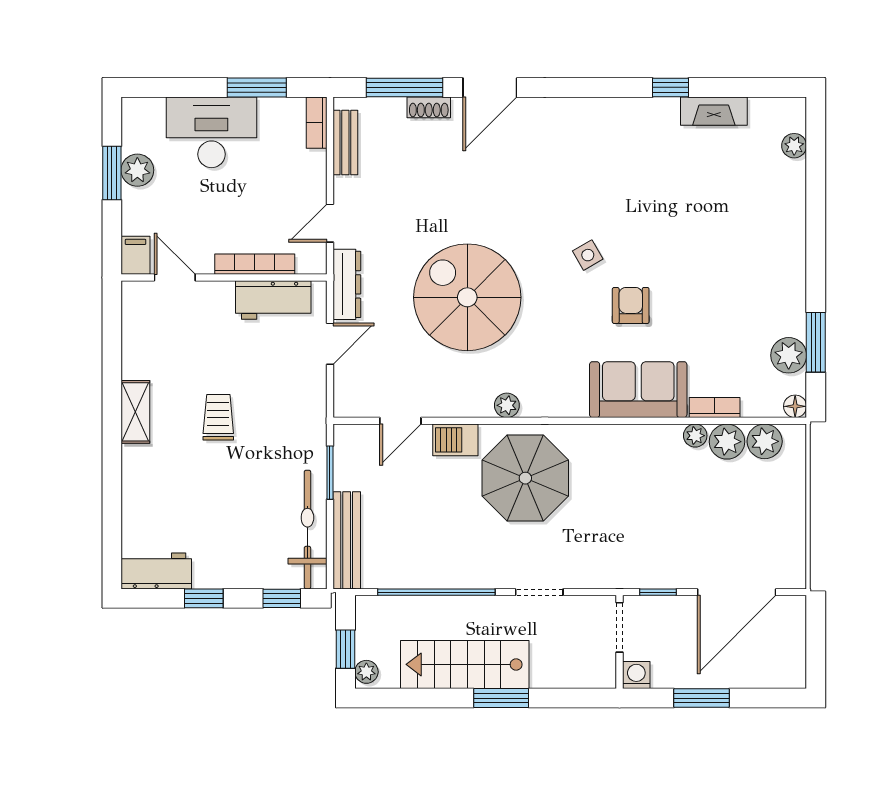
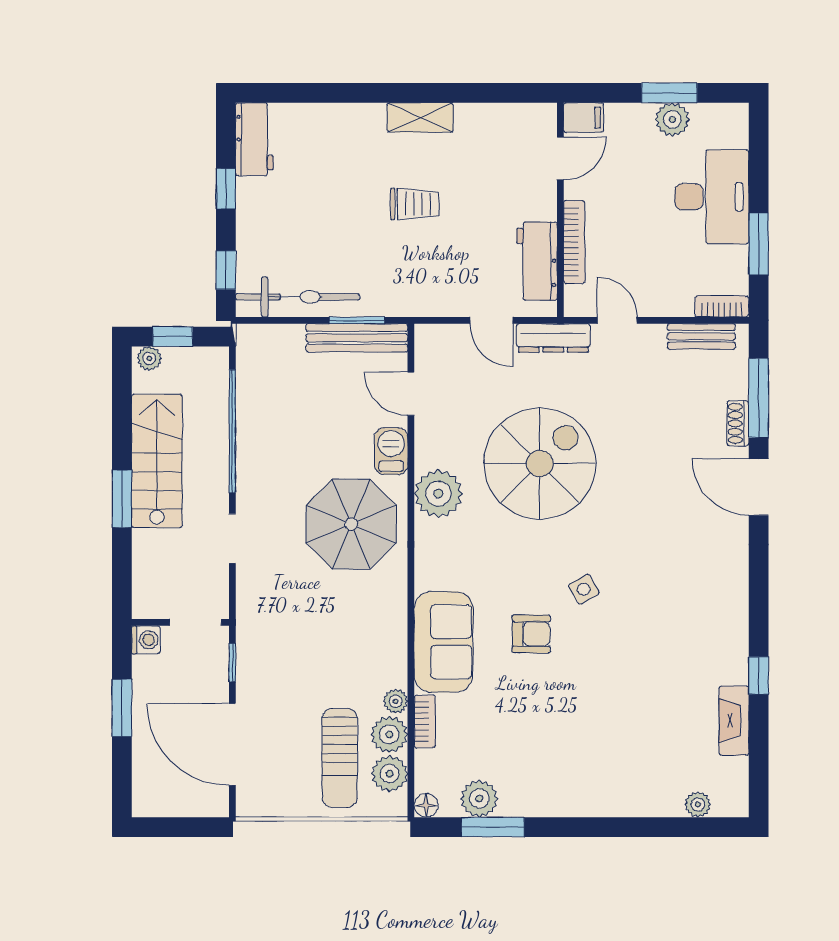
plant: (507, 405) -> (438, 494), width x1.88, depth x1.88
sun lounger: (750, 489) -> (340, 758), added
bench: (347, 540) -> (357, 338), moved

